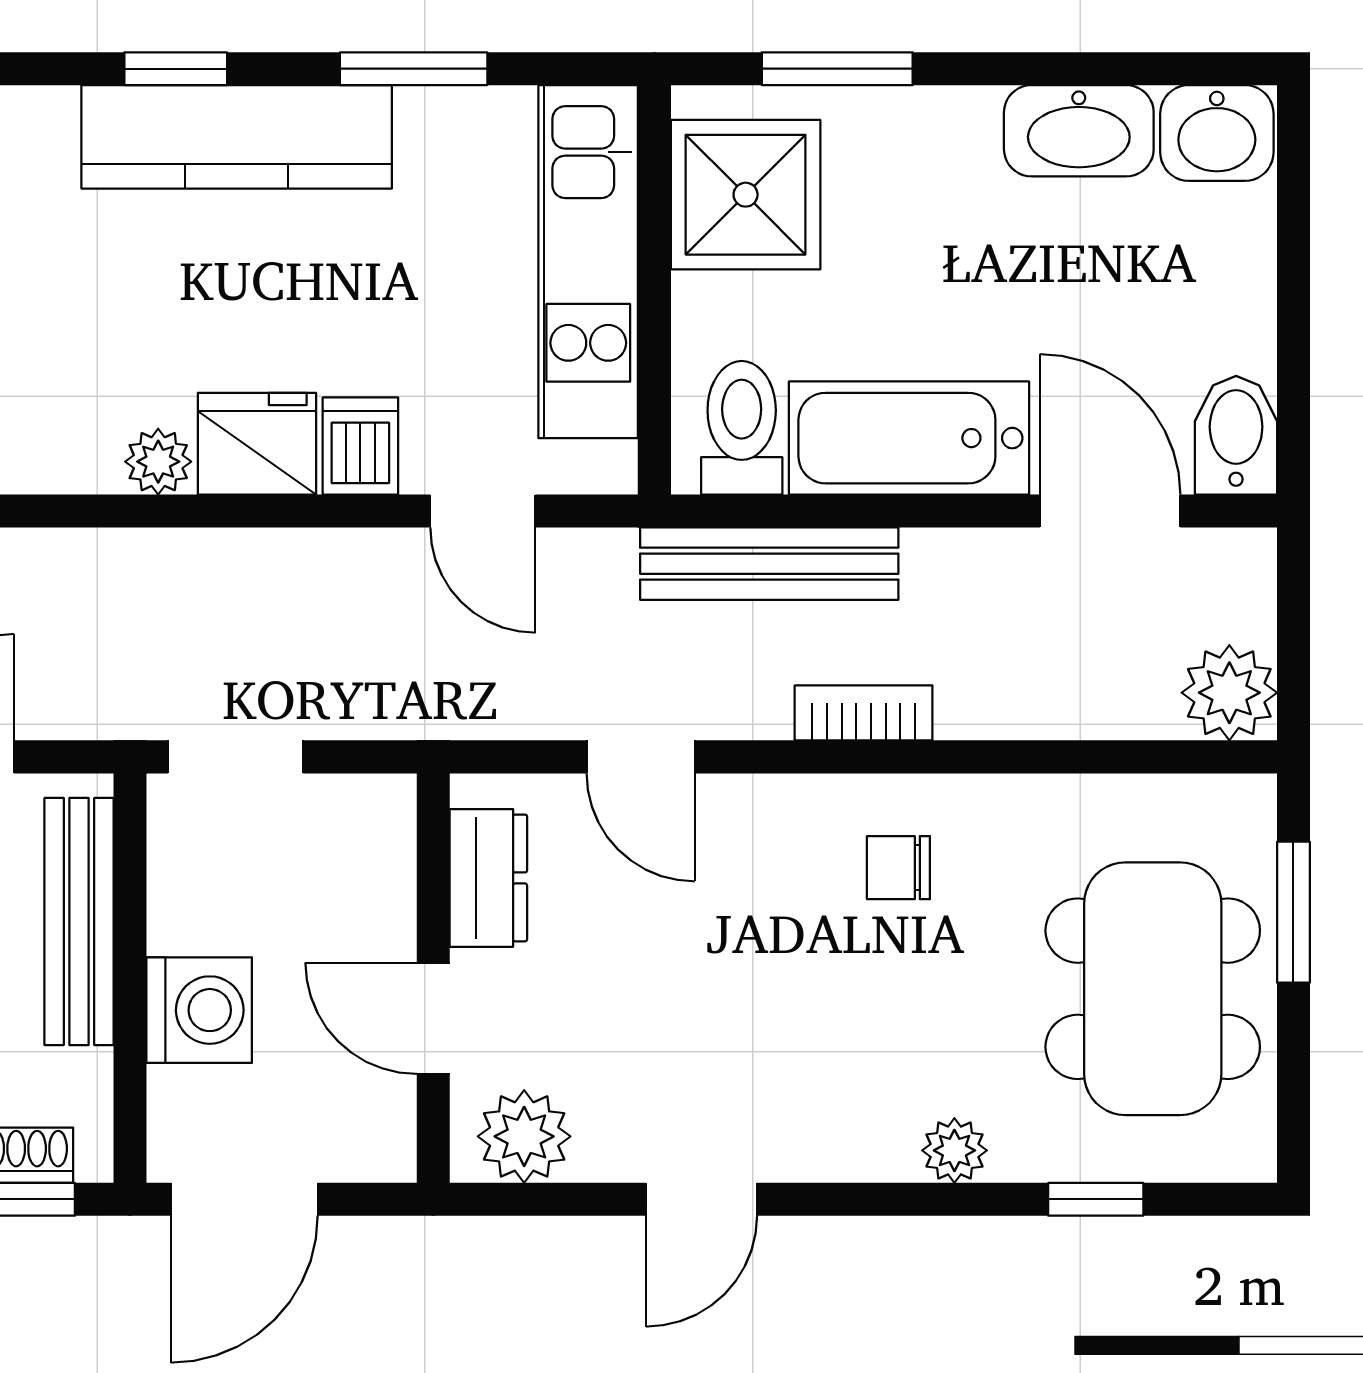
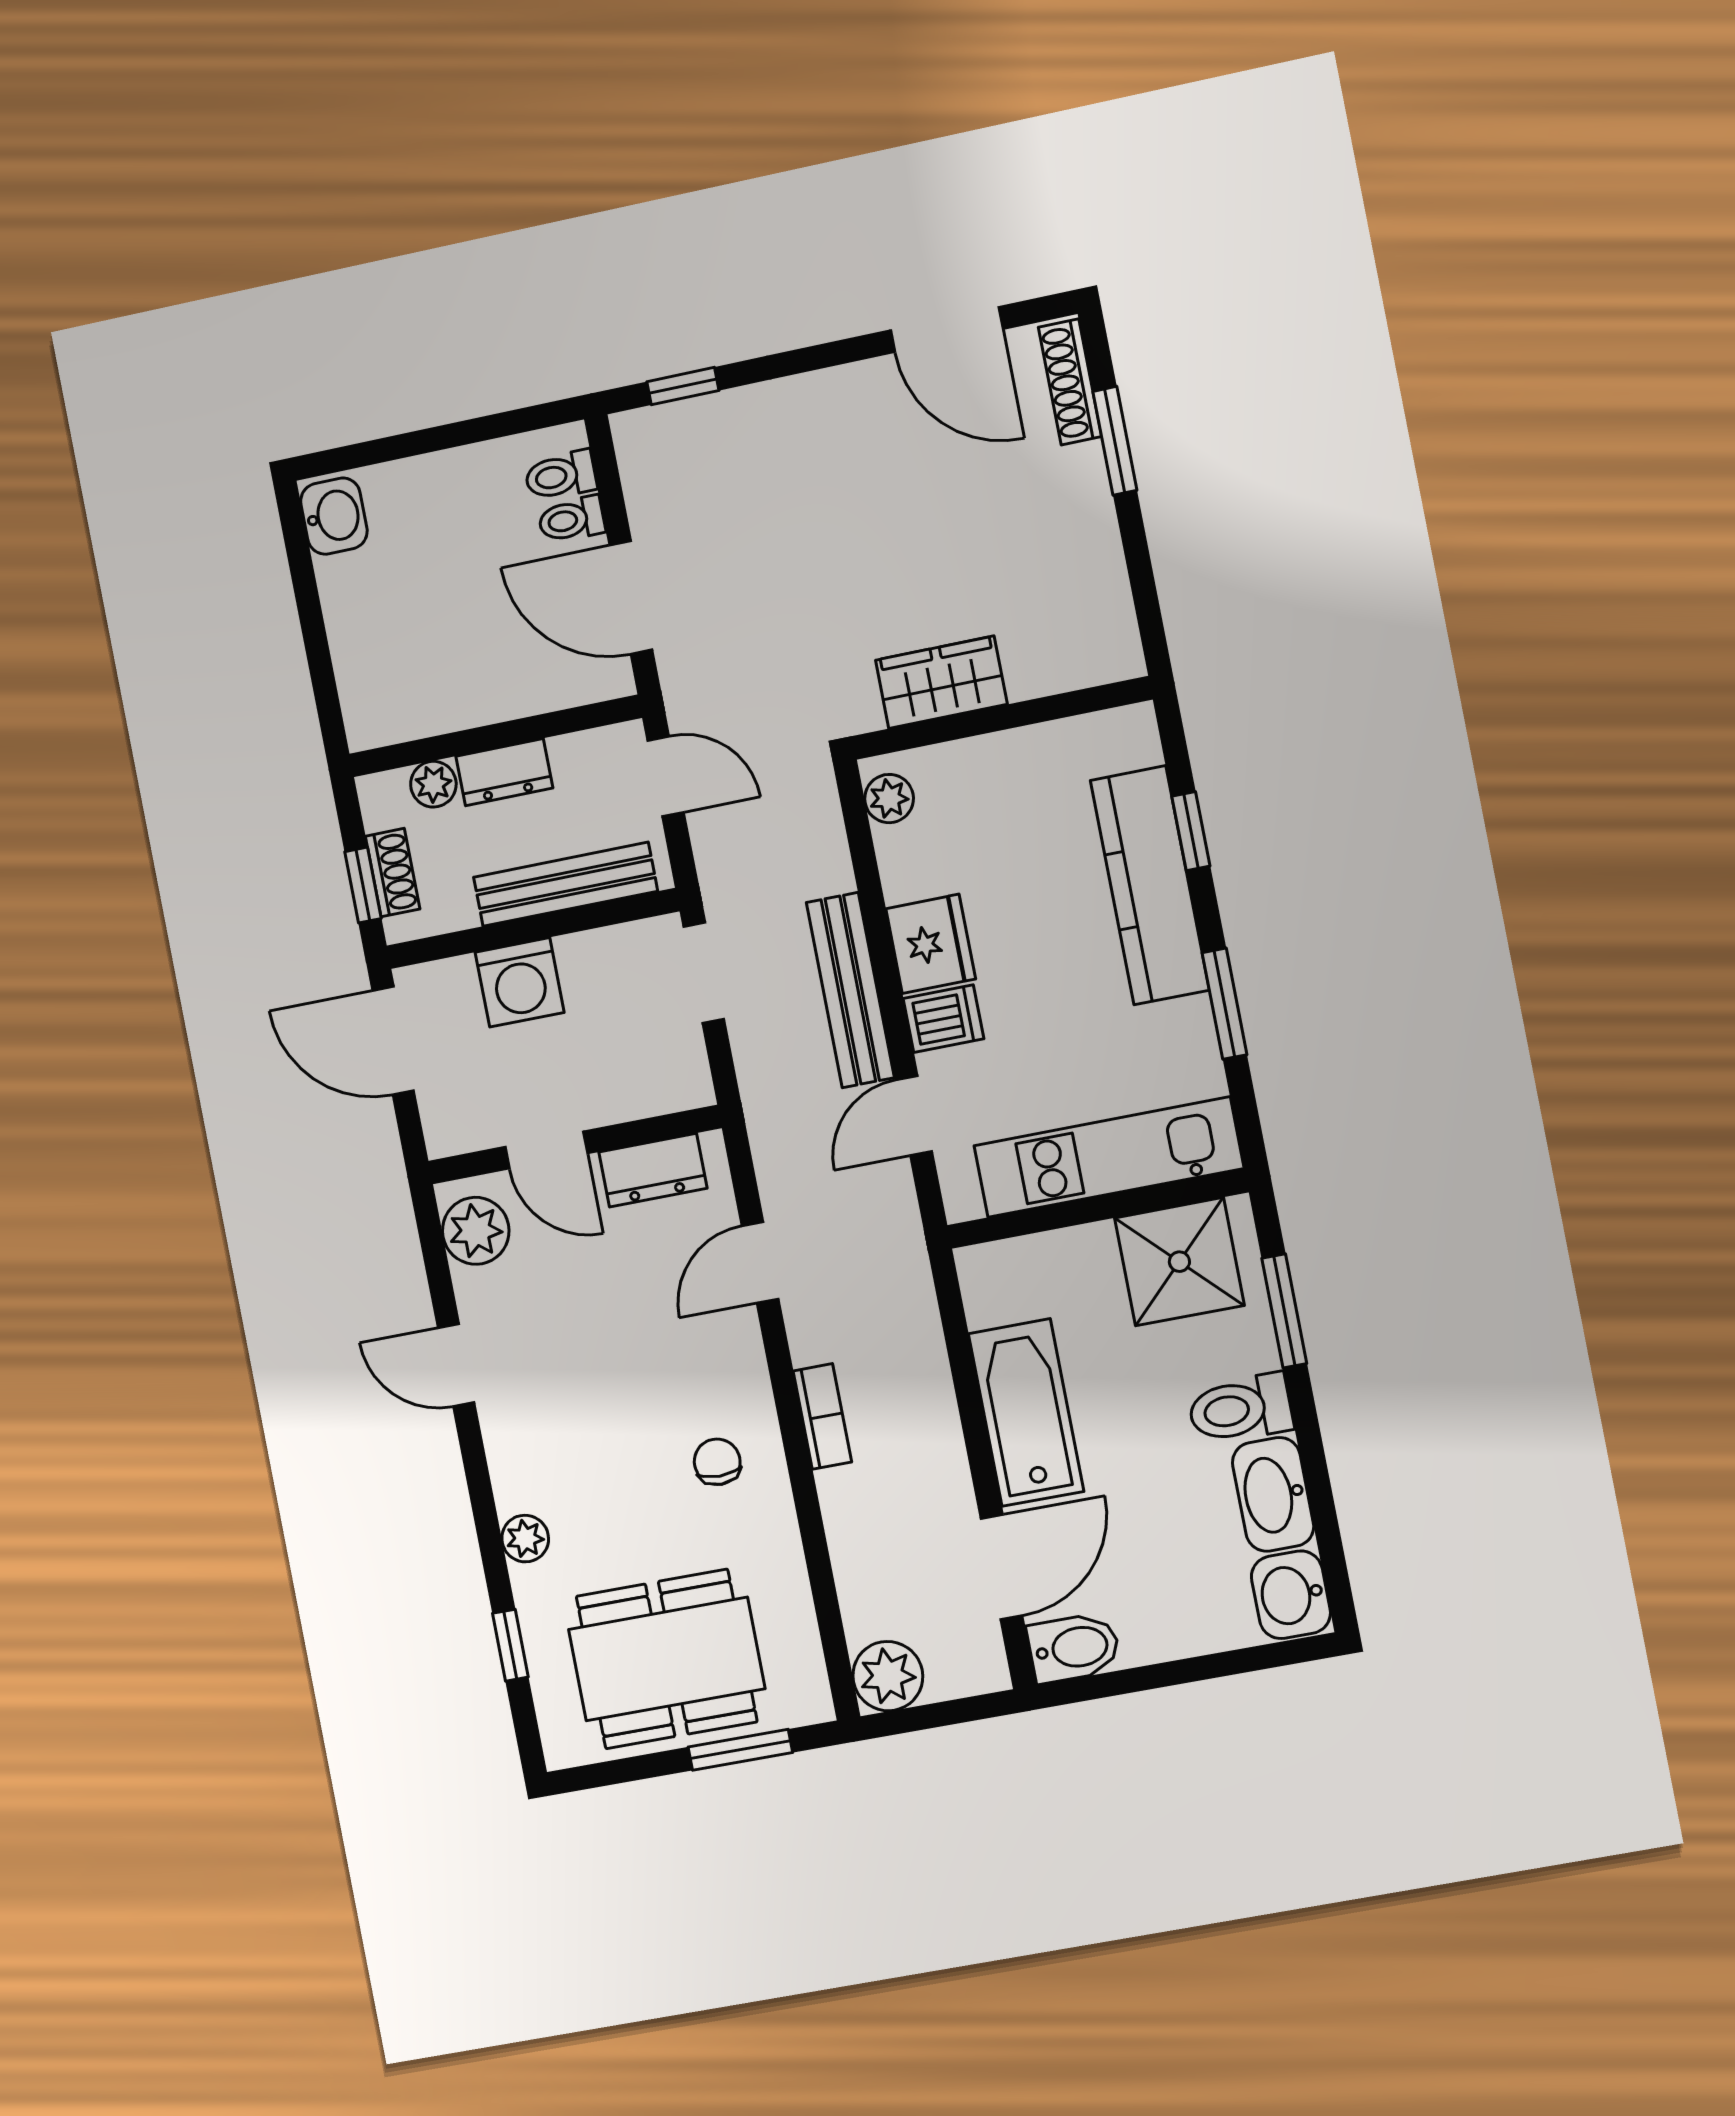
toilet: (742, 428) -> (1240, 1409), moved, turned 180
plant: (158, 462) -> (889, 799), moved
bench: (769, 564) -> (850, 990), moved
door: (433, 1018) -> (546, 1150), swing flipped

